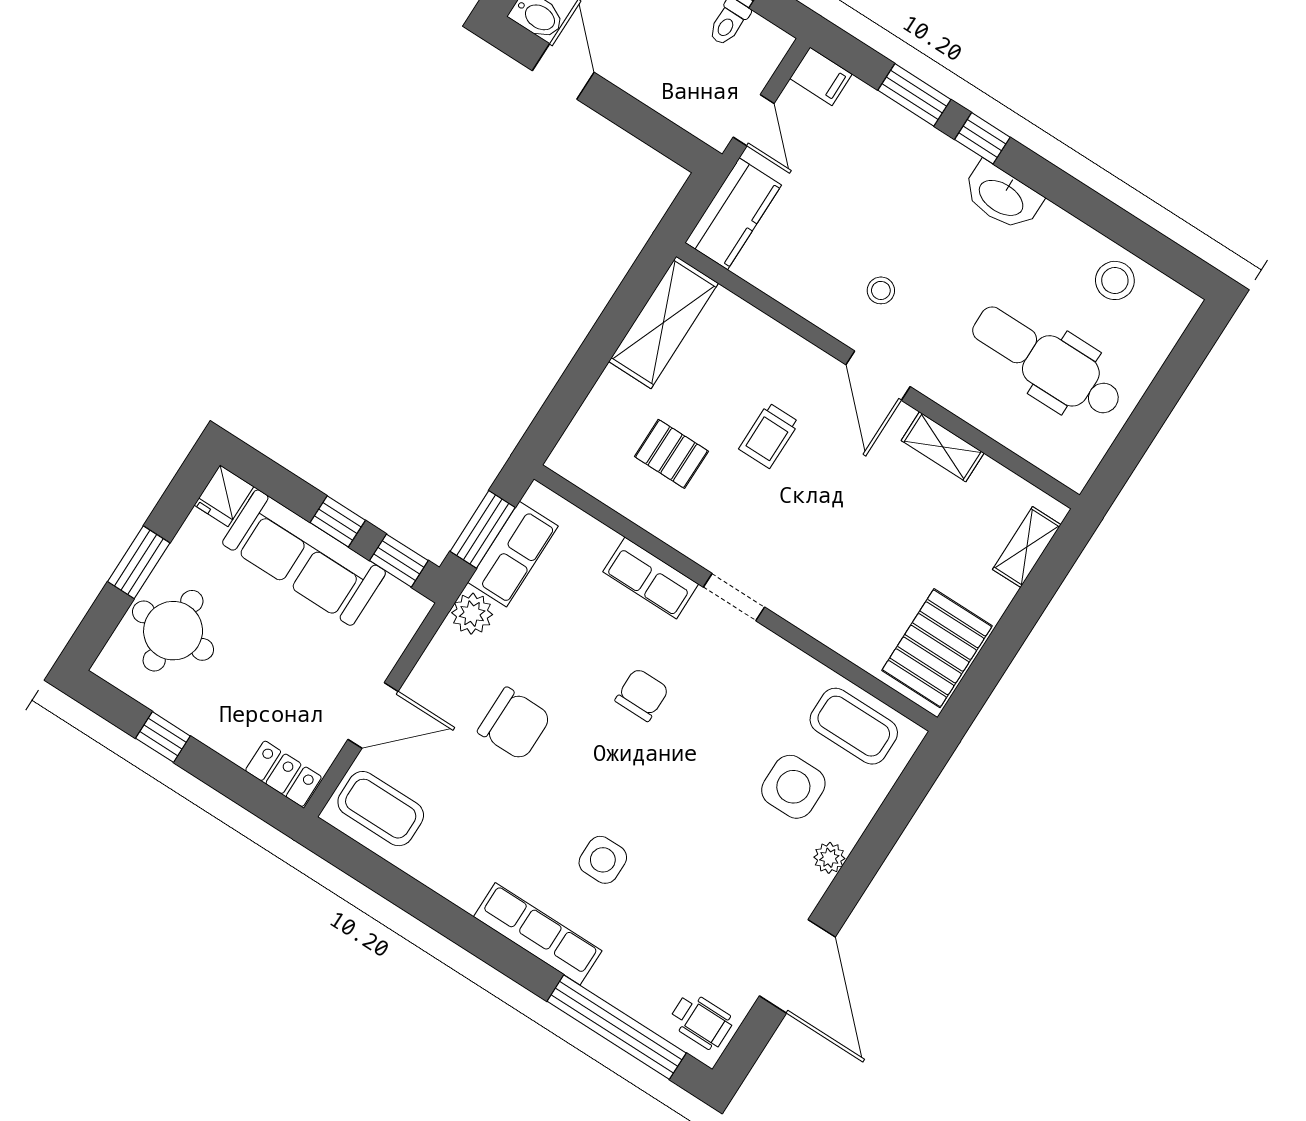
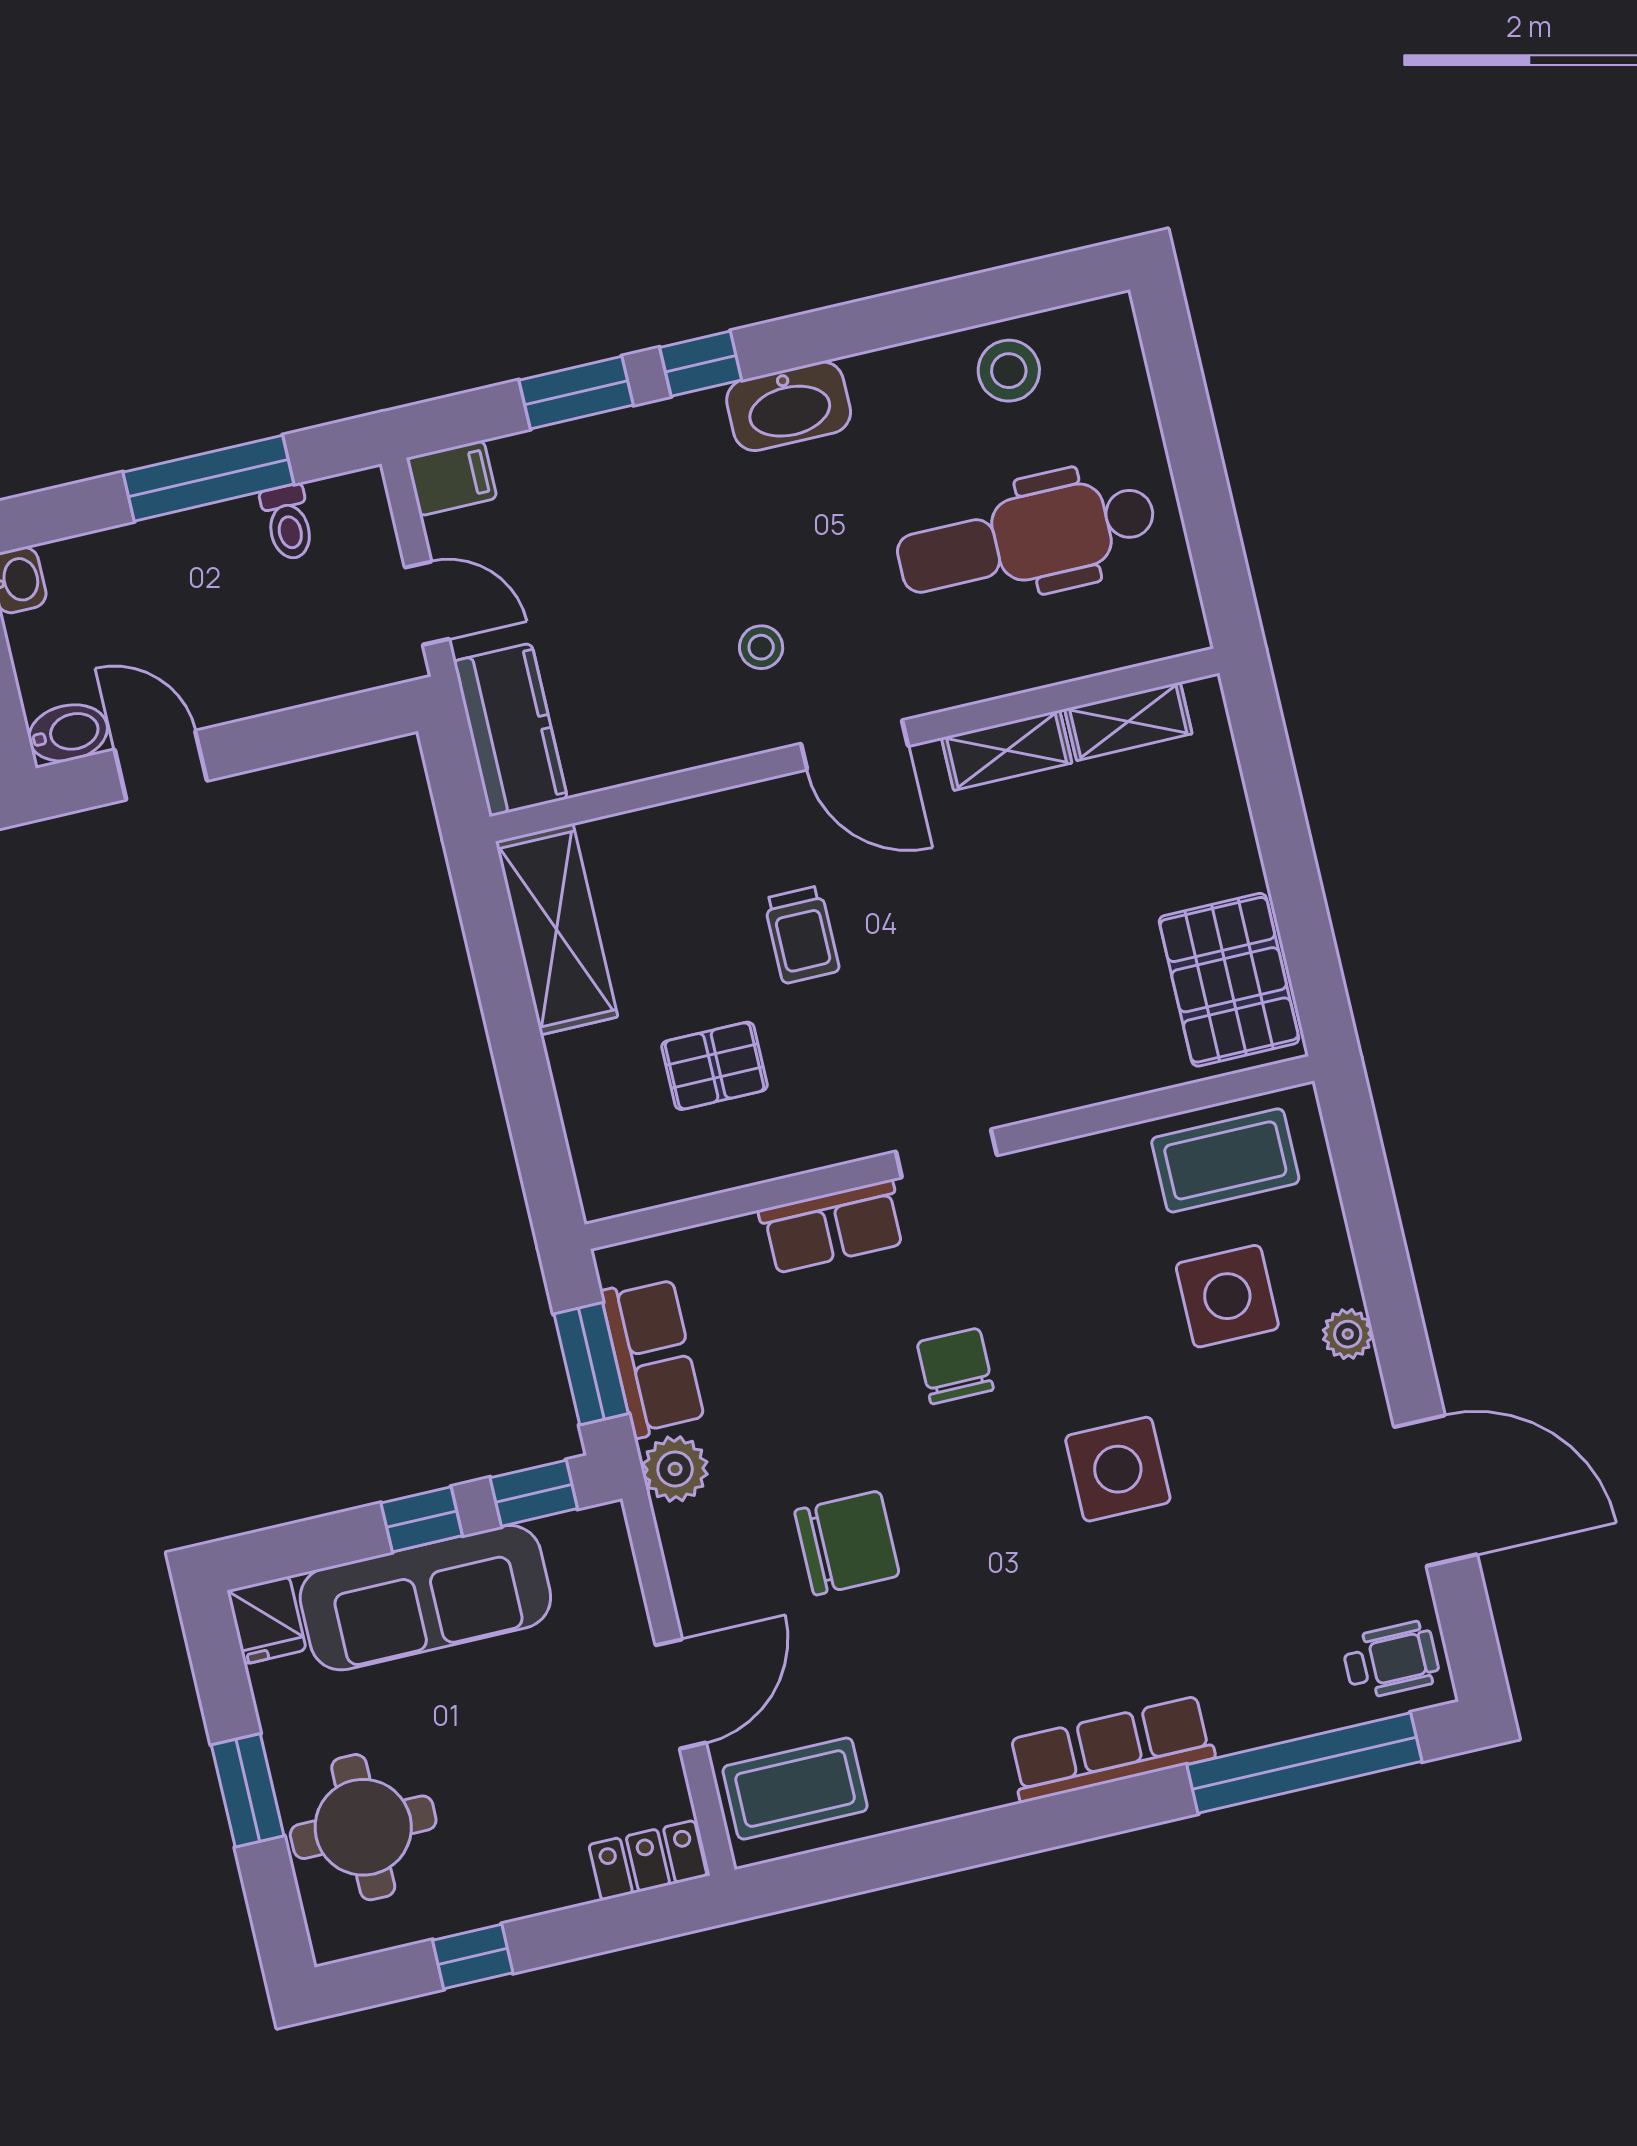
shelving: (1027, 547) -> (1128, 721), moved, turned 90
side table: (603, 860) -> (1118, 1469), moved, width x1.37, depth x1.37

